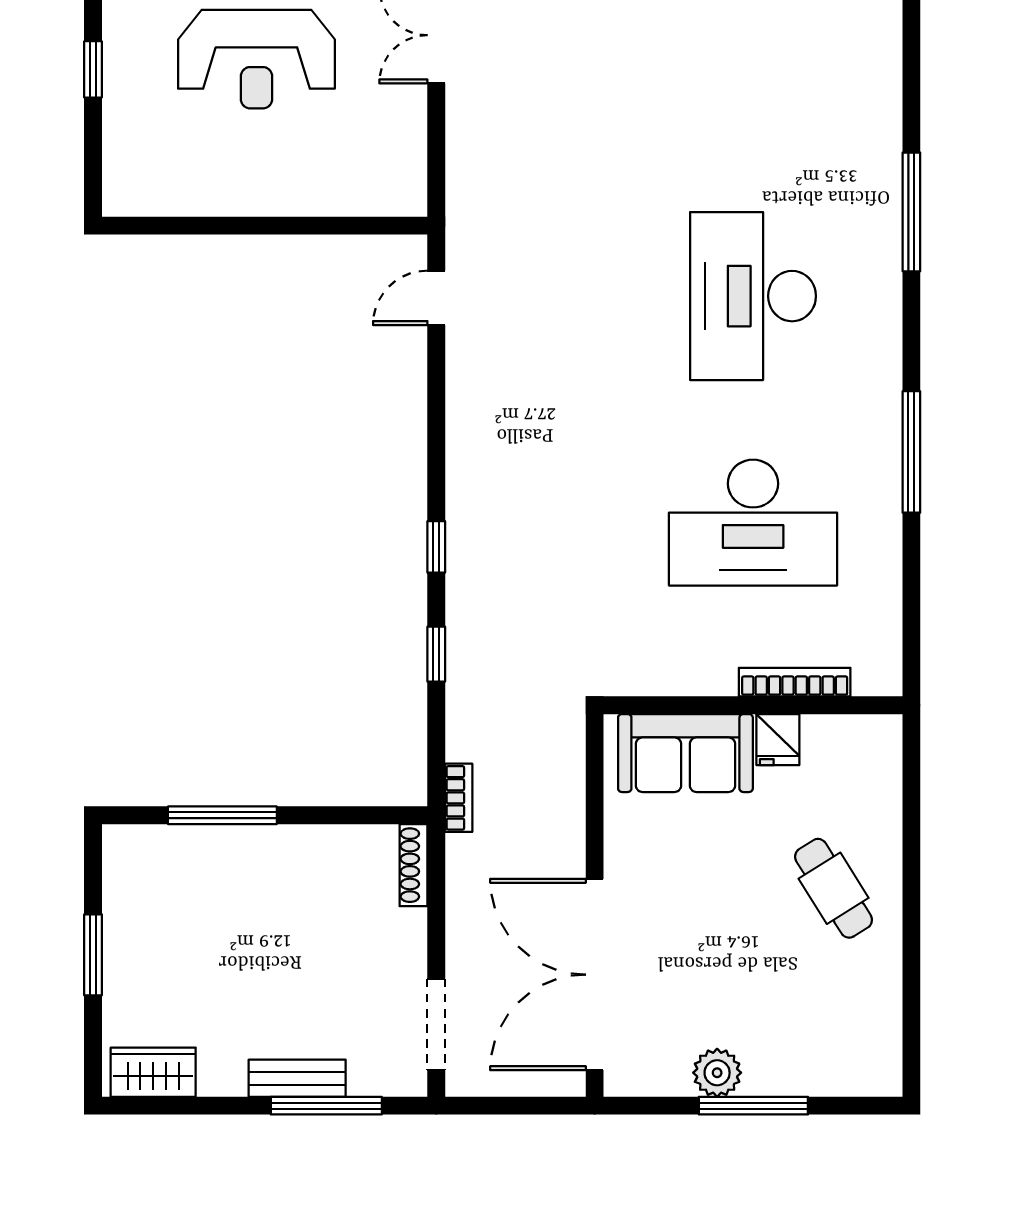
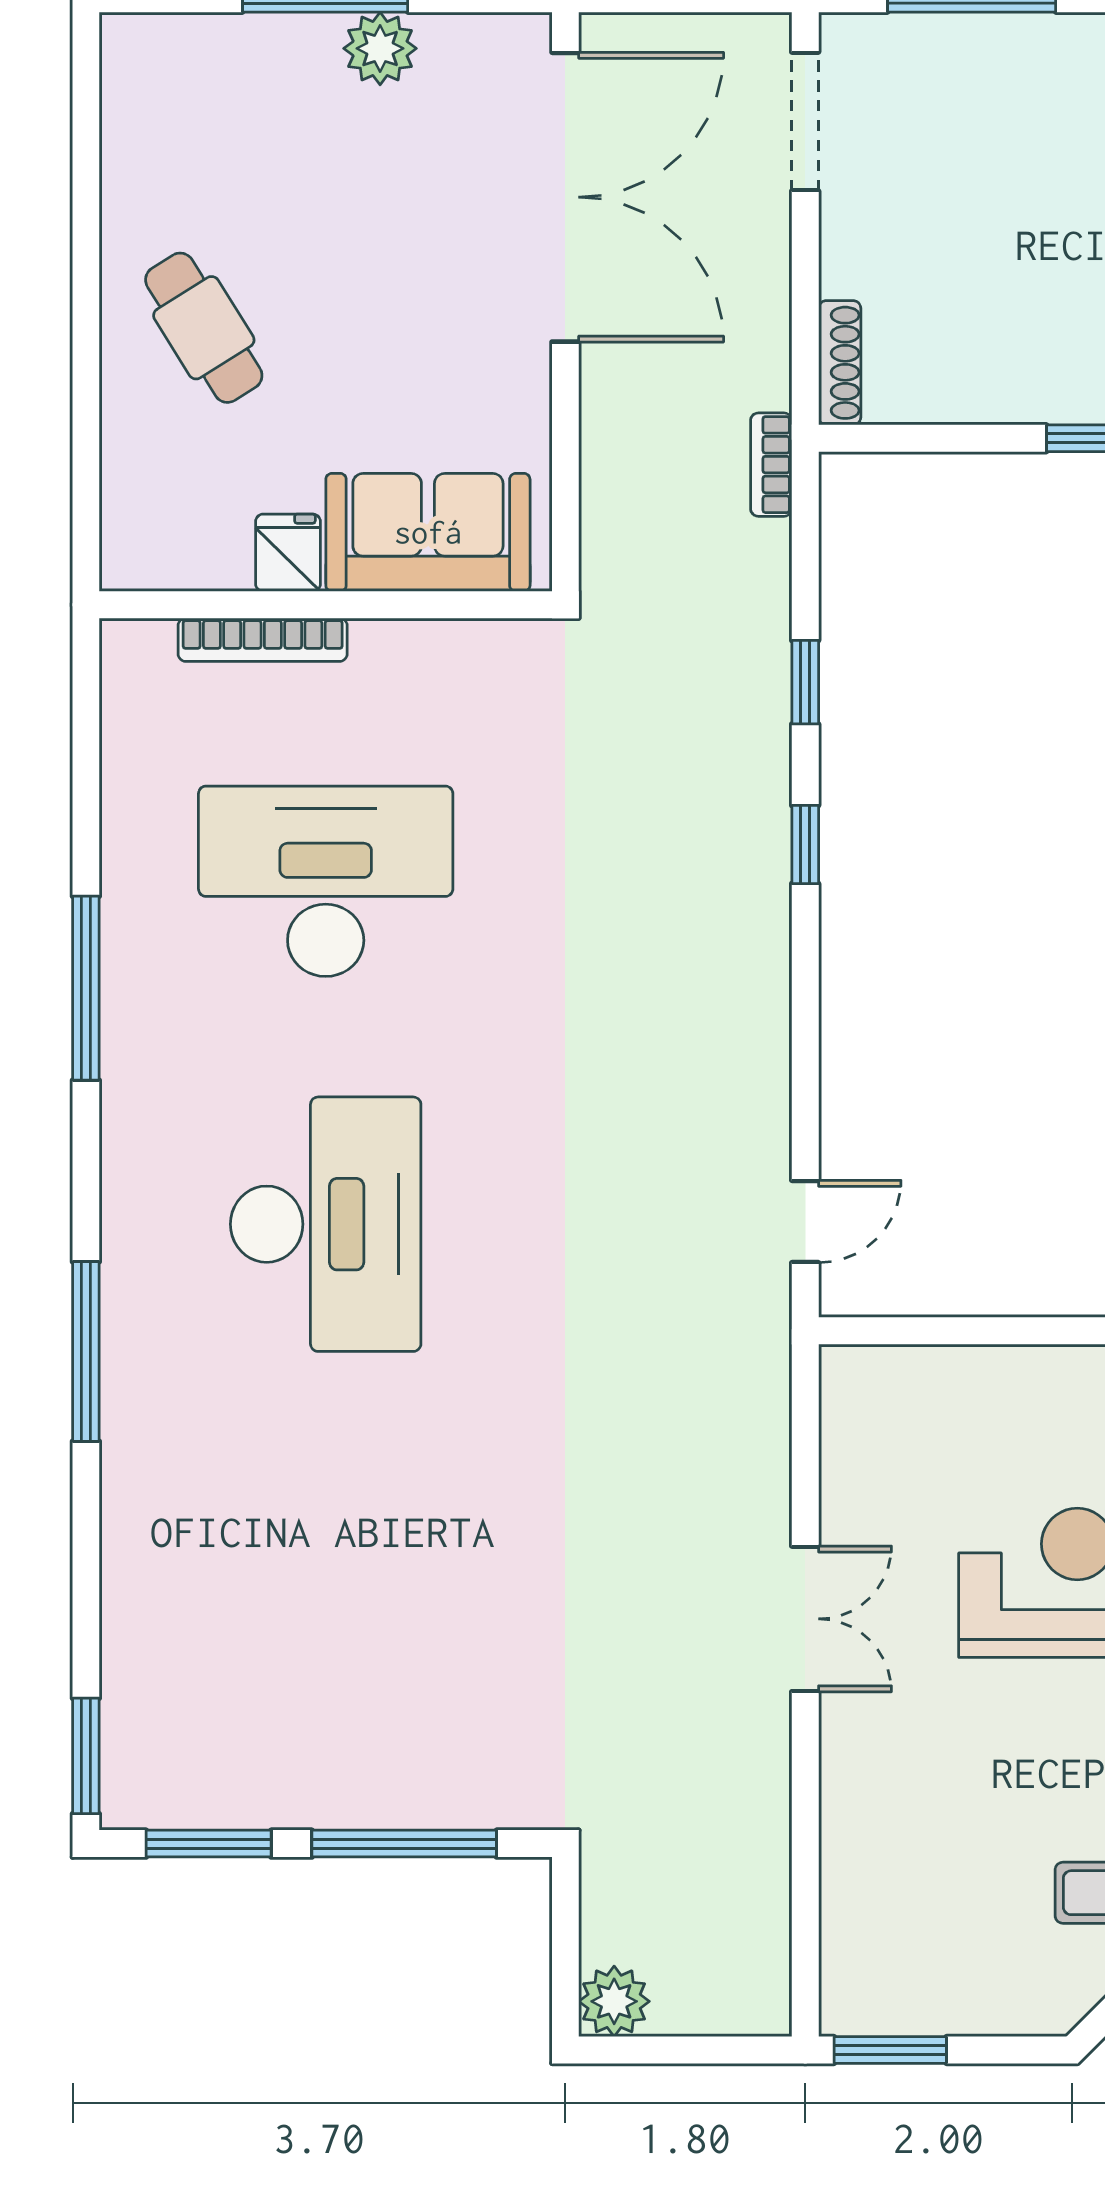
bench: (297, 1078) -> (1016, 40), removed

